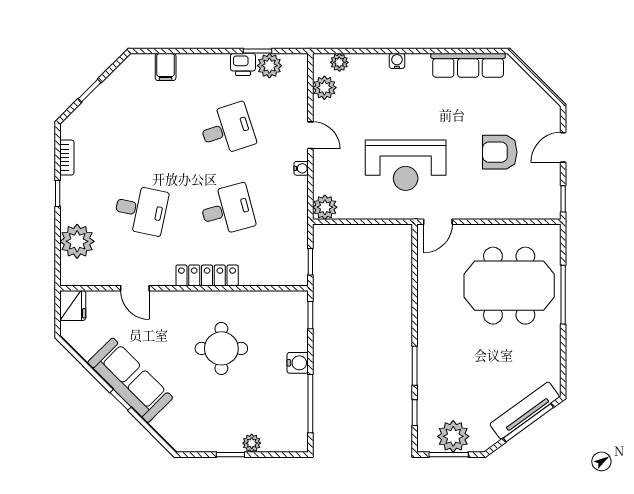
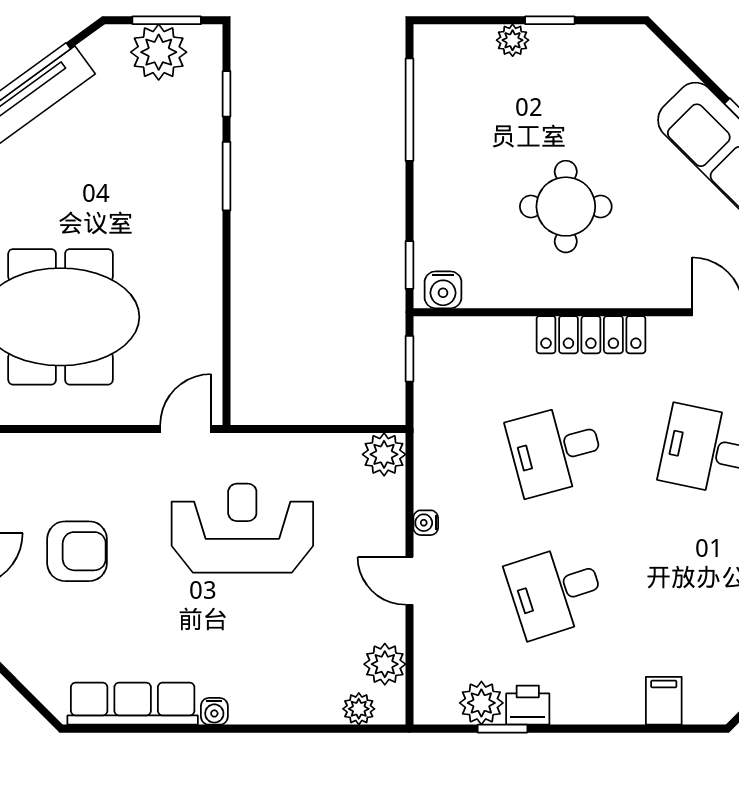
water cooler: (397, 61) -> (214, 711), moved
water cooler: (298, 363) -> (443, 290), moved, turned -90

